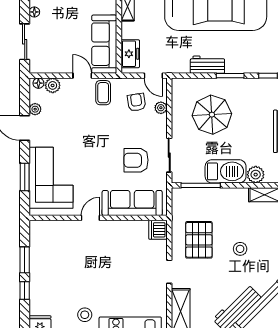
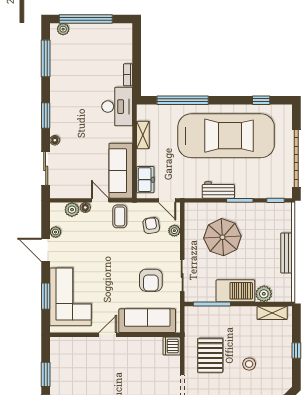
floor lamp: (38, 83) -> (85, 207), moved
armchair: (136, 160) -> (151, 280), turned -90

